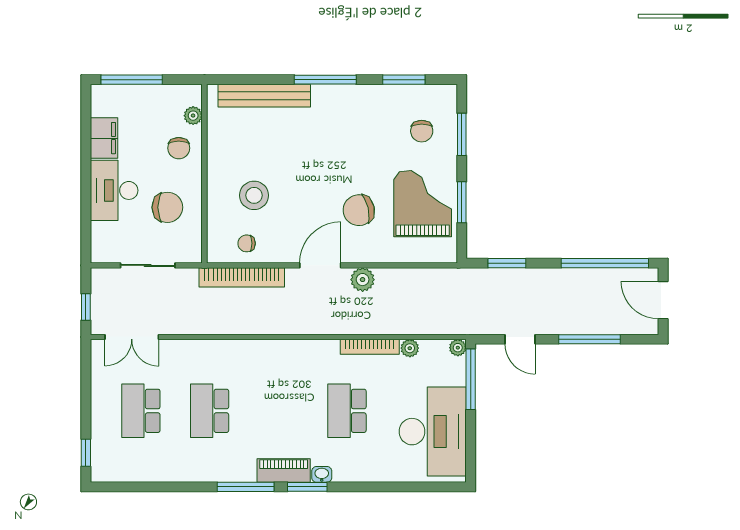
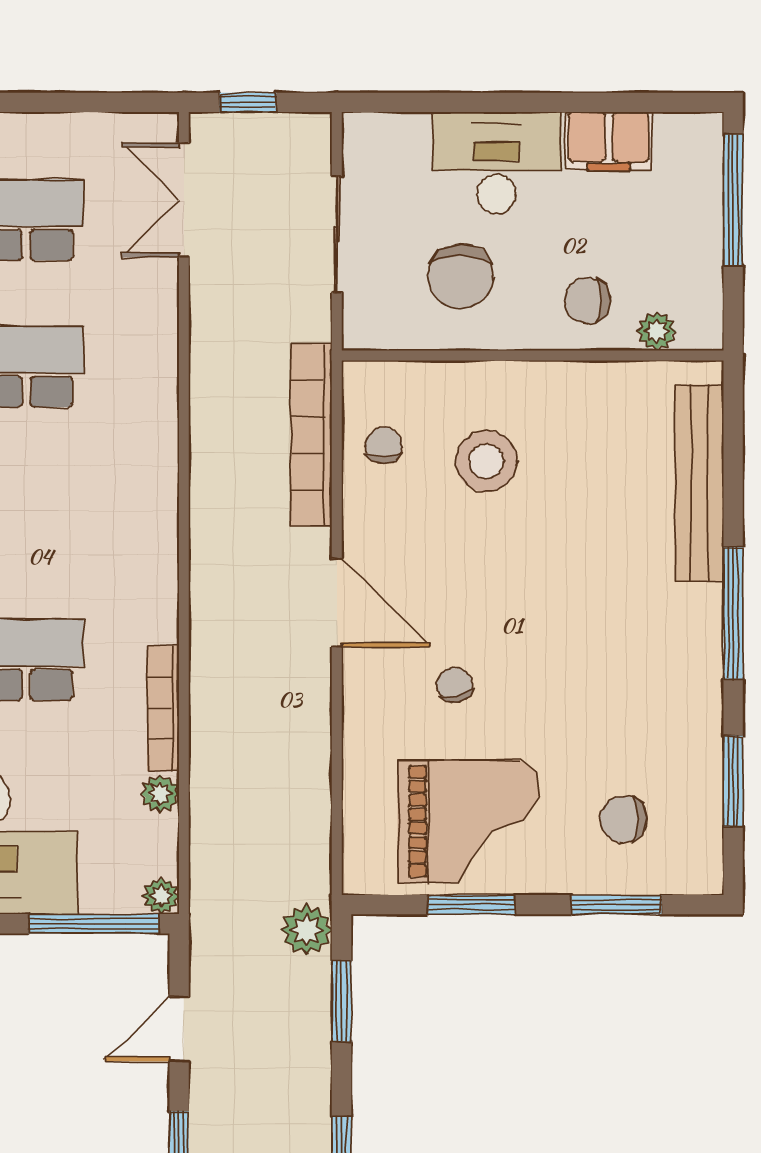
chair: (359, 210) -> (455, 685), width x0.54, depth x0.54
plant: (363, 280) -> (306, 930), moved

